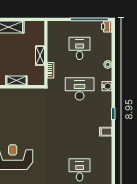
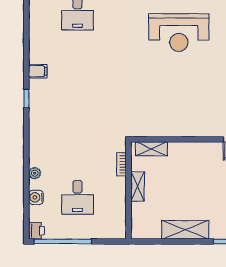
shelving: (16, 81) -> (151, 149), moved
water cooler: (107, 86) -> (36, 197), moved
desk: (80, 89) -> (77, 136), removed

